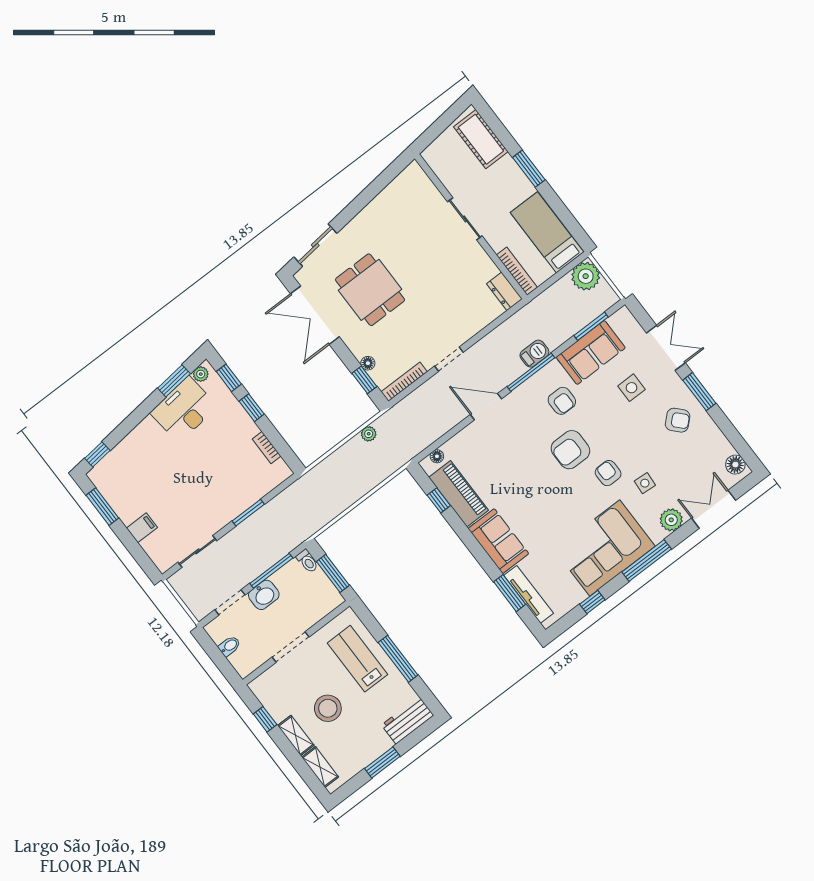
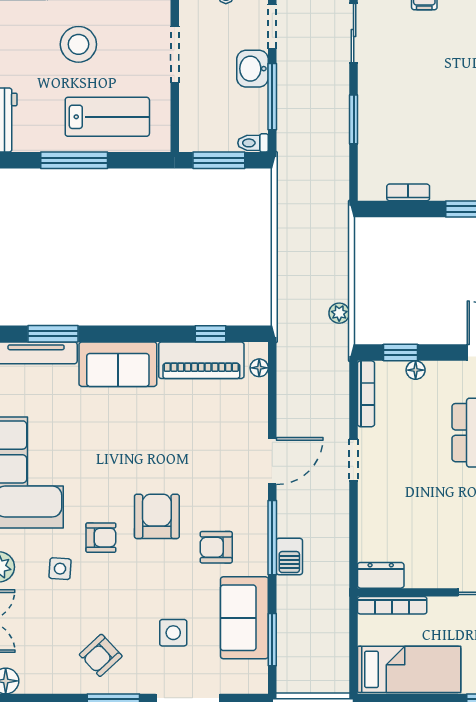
plant: (586, 276) -> (330, 675), removed

